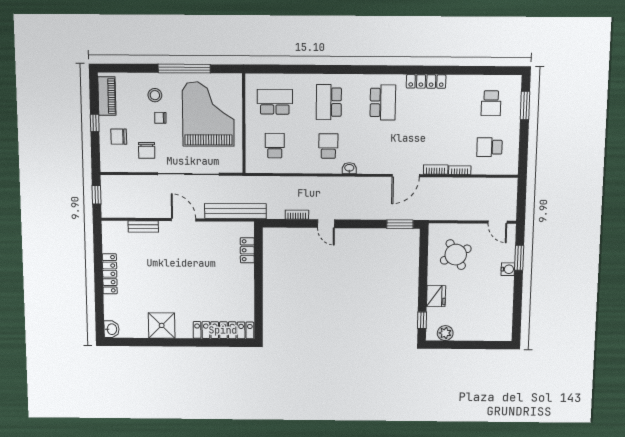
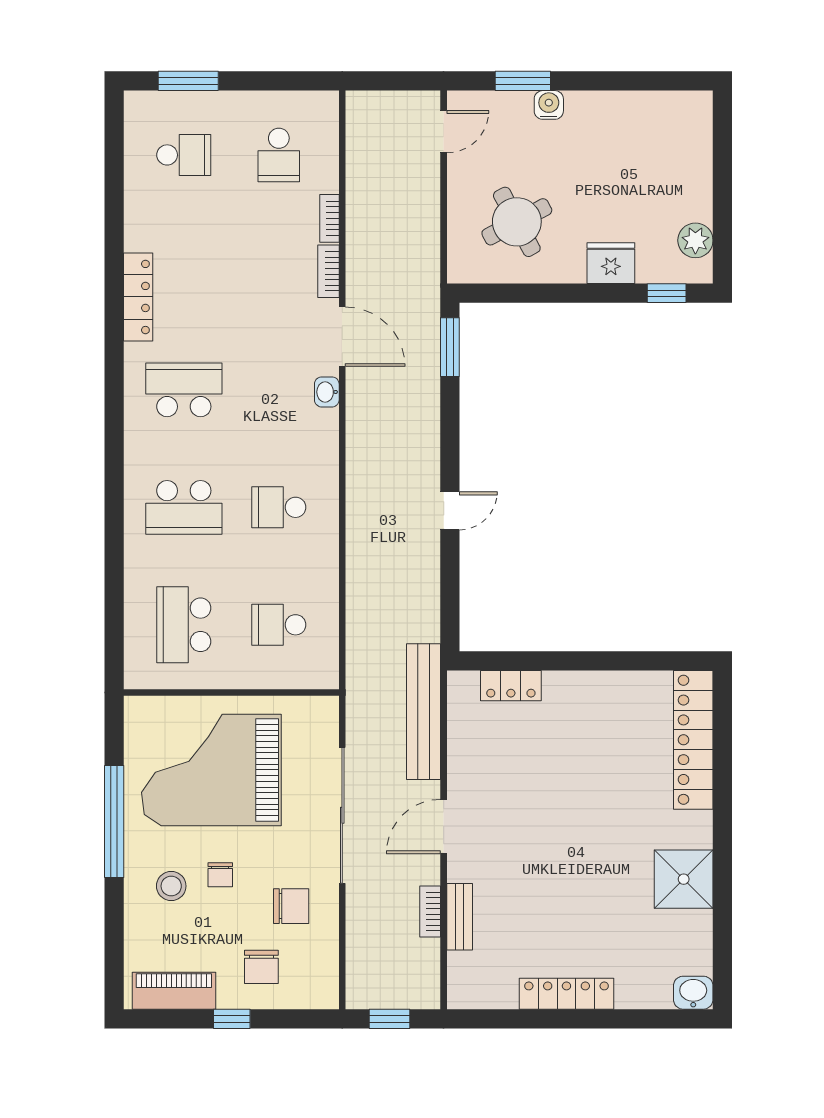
washbasin: (349, 168) -> (327, 392), moved
bookcase: (297, 215) -> (430, 912), moved

